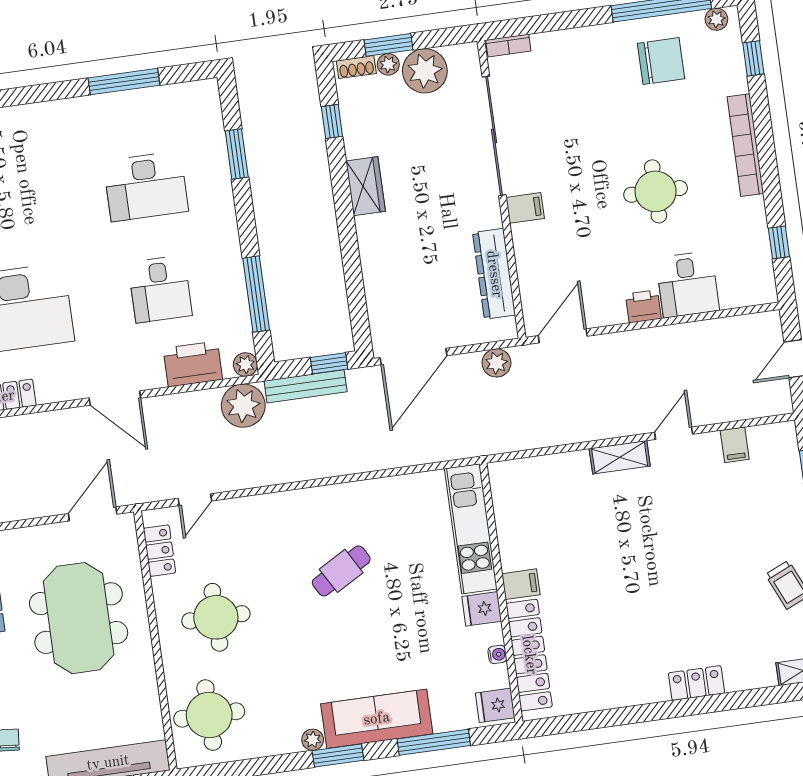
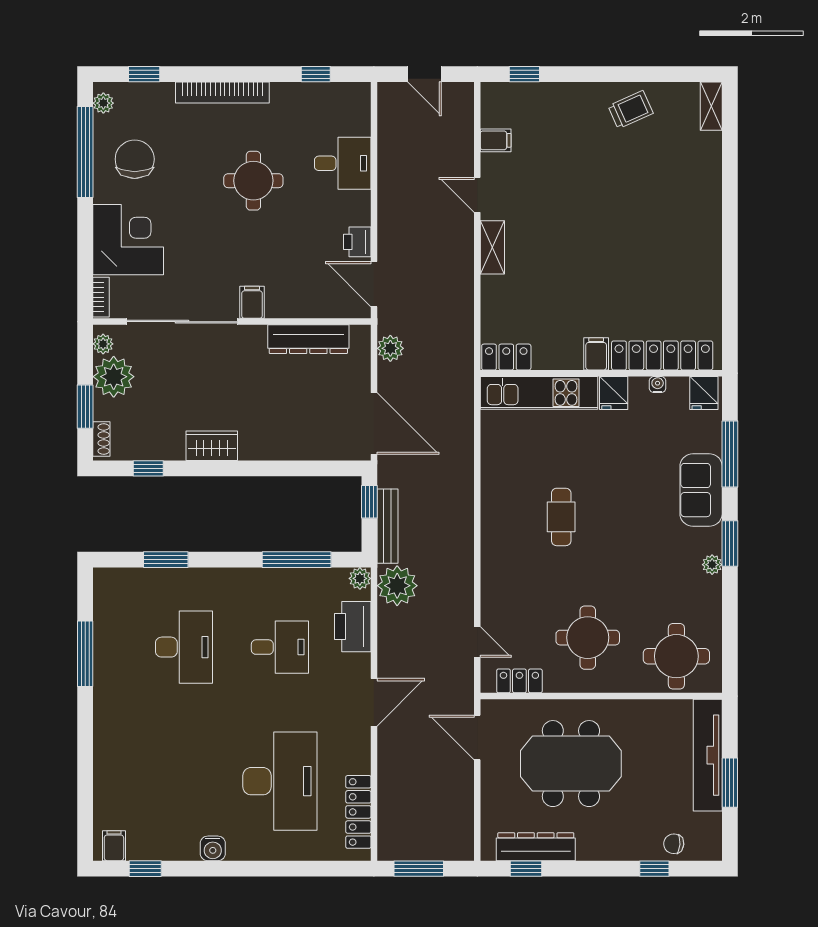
plant: (388, 64) -> (103, 344), moved
corner desk: (574, 66) -> (128, 240), added
printer: (643, 306) -> (357, 242), moved
cafe table: (341, 571) -> (561, 517), turned 30
locker: (696, 683) -> (506, 357), moved, turned 90
sofa: (377, 719) -> (701, 490), width x0.73

